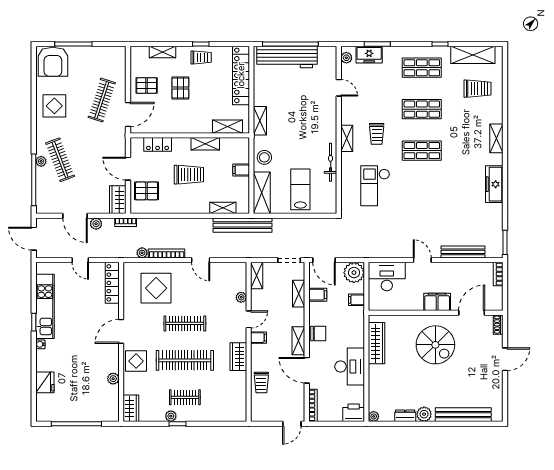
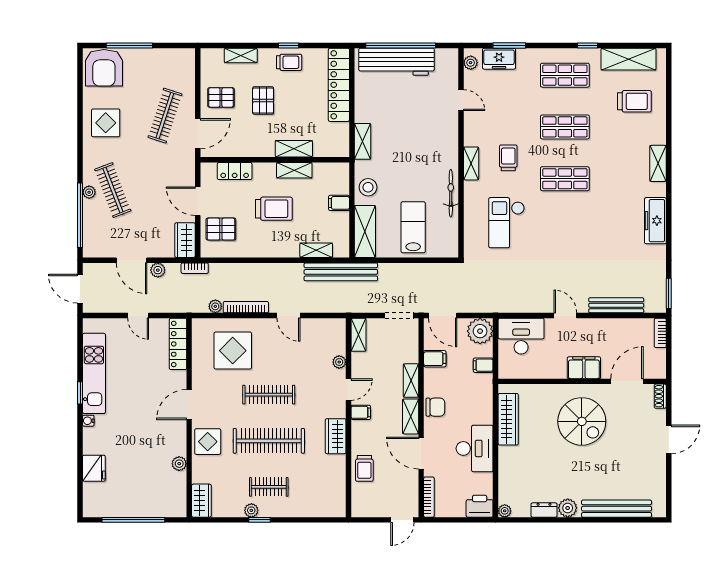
shelving: (228, 127) -> (294, 149), moved
trolley: (377, 134) -> (508, 158), turned 180
shelving: (299, 294) -> (411, 381), moved

